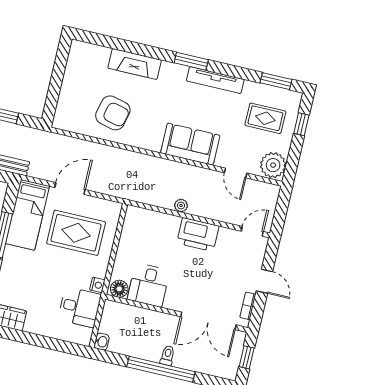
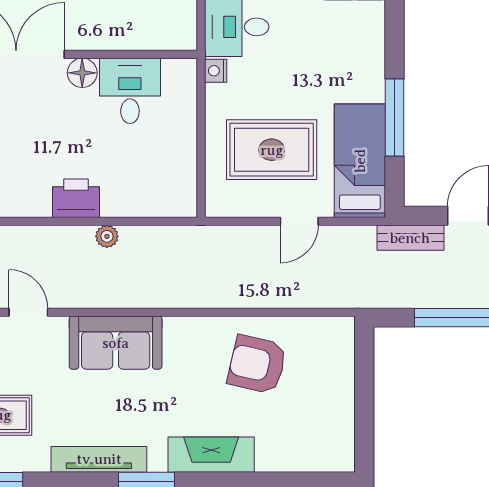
fireplace: (135, 64) -> (211, 455), moved
door: (70, 189) -> (299, 221), width x0.73
printer: (198, 235) -> (76, 198), width x0.73, depth x0.84
floor lamp: (119, 289) -> (82, 73), moved

